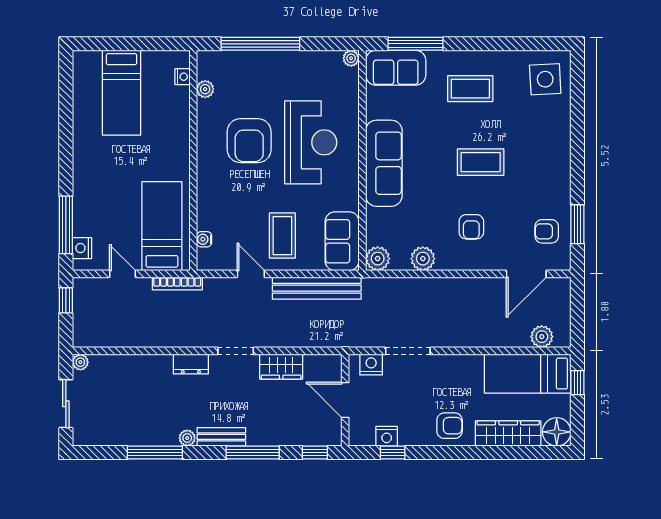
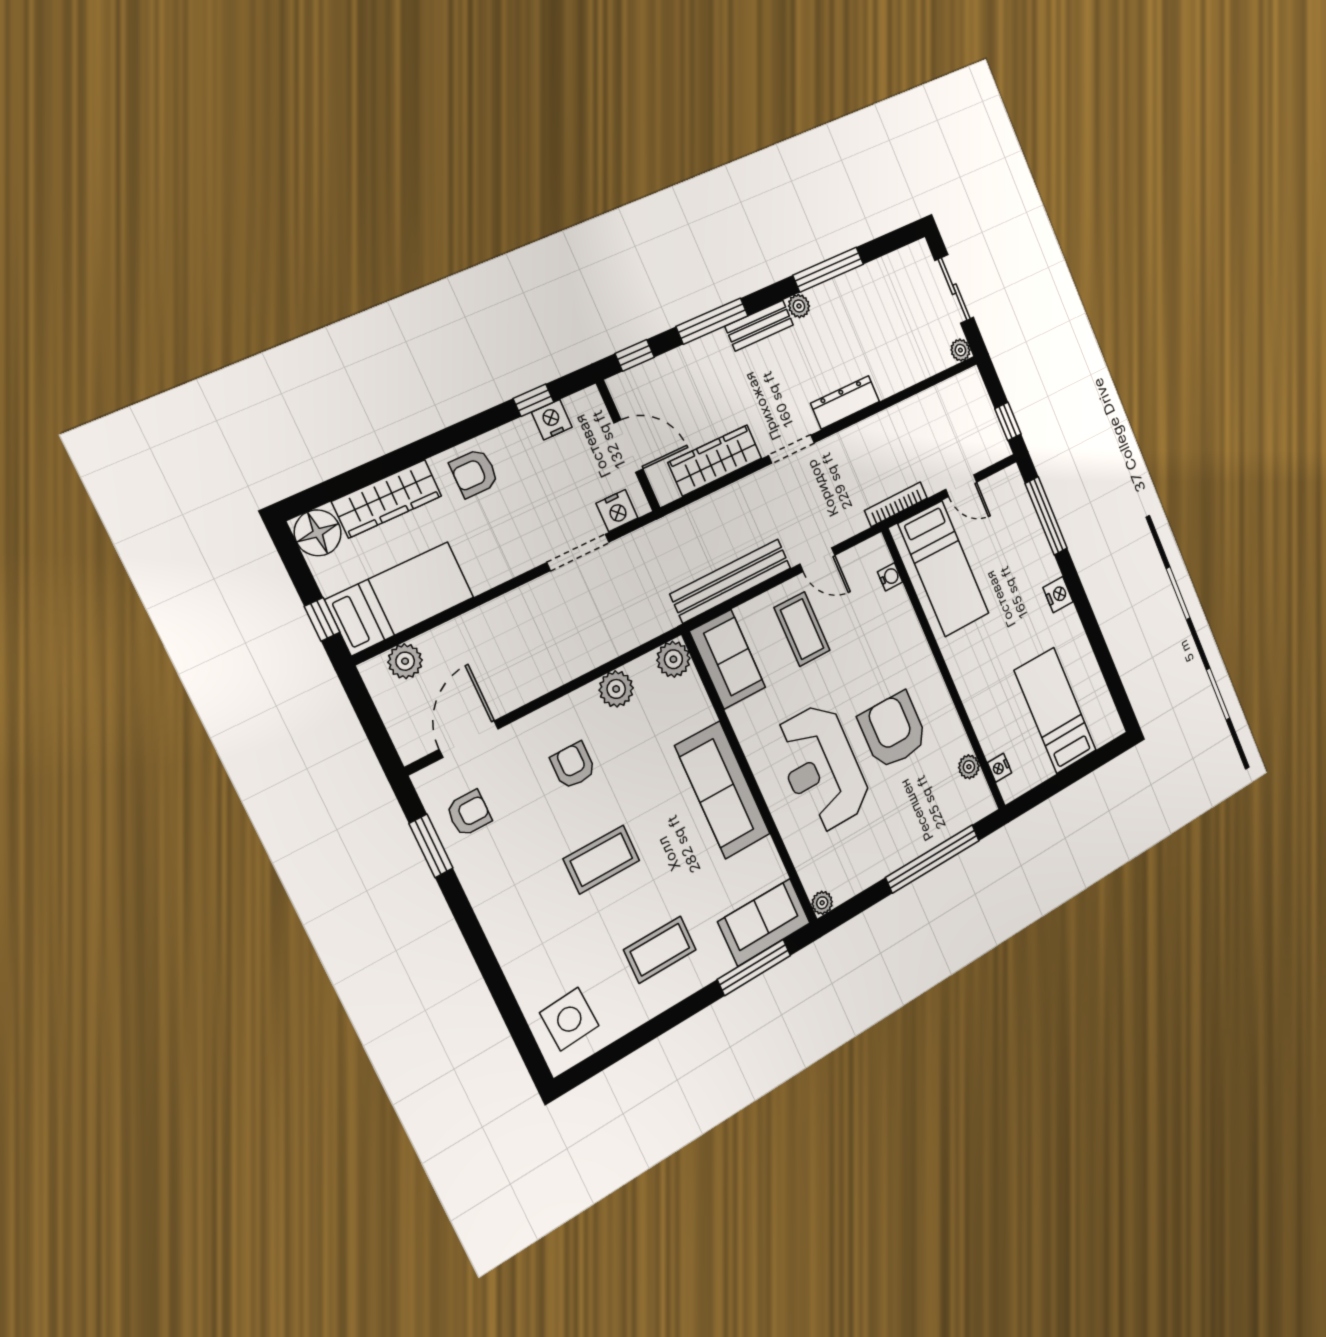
nightstand: (82, 248) -> (1058, 595), moved
dresser: (191, 364) -> (845, 402), width x1.44
wardrobe: (281, 367) -> (715, 460), width x1.50

